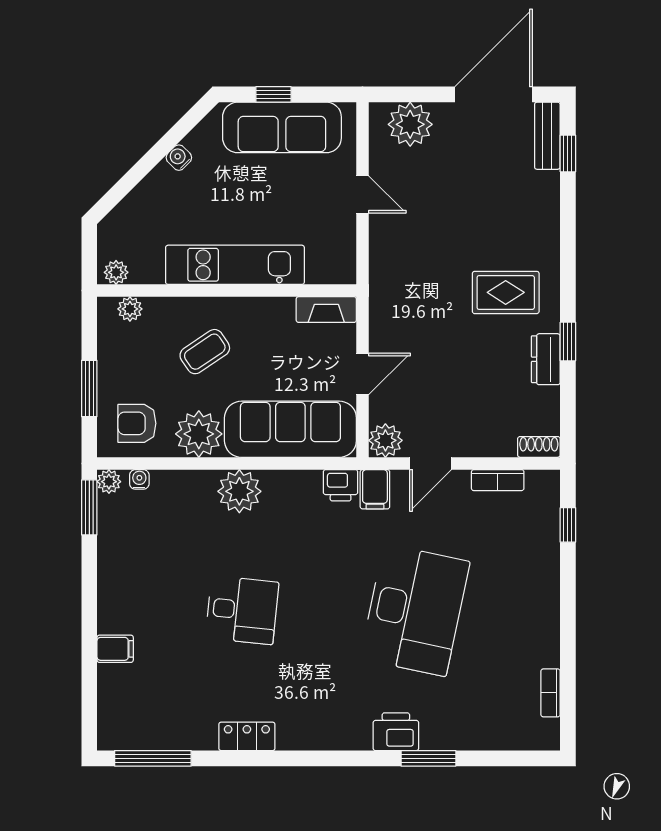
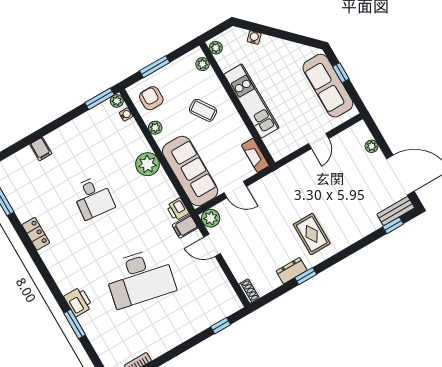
plant: (410, 124) -> (372, 146), width x0.53, depth x0.53
water cooler: (179, 158) -> (254, 37), moved
plant: (199, 434) -> (155, 128), width x0.53, depth x0.53
bookcase: (498, 480) -> (222, 281), removed

